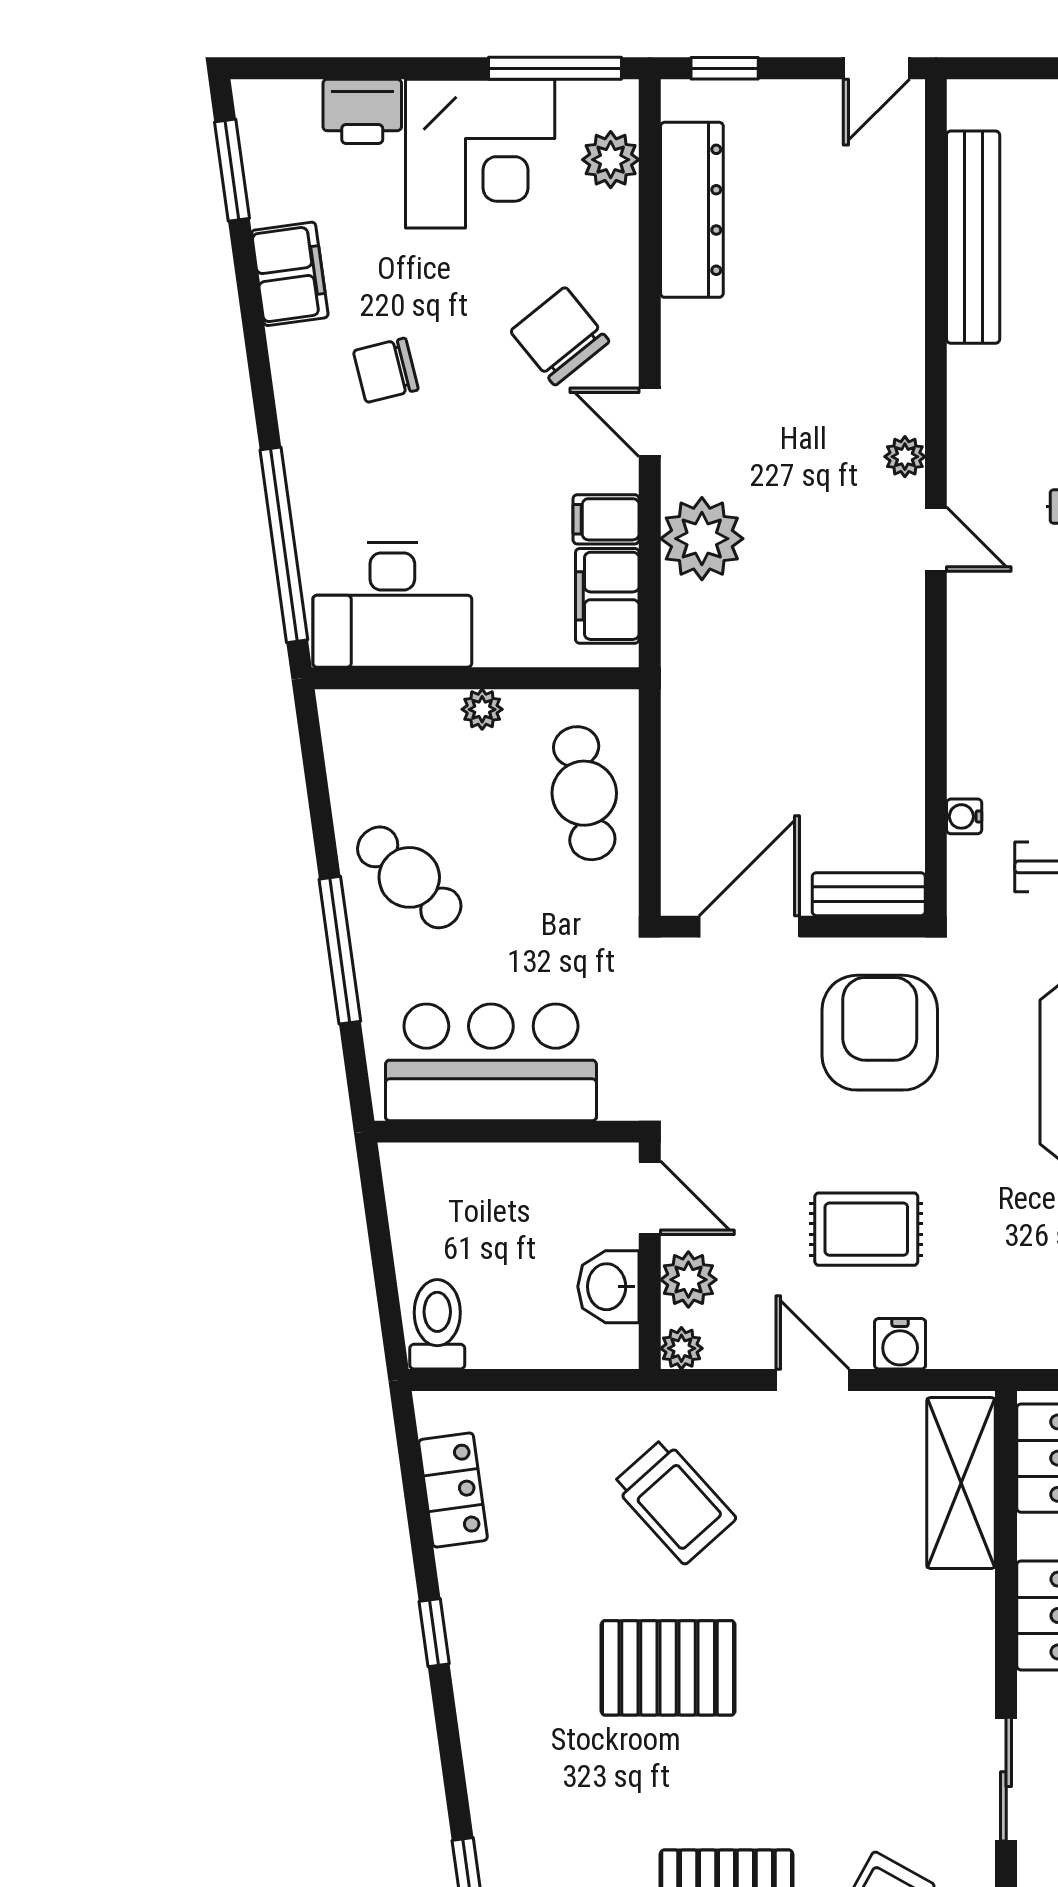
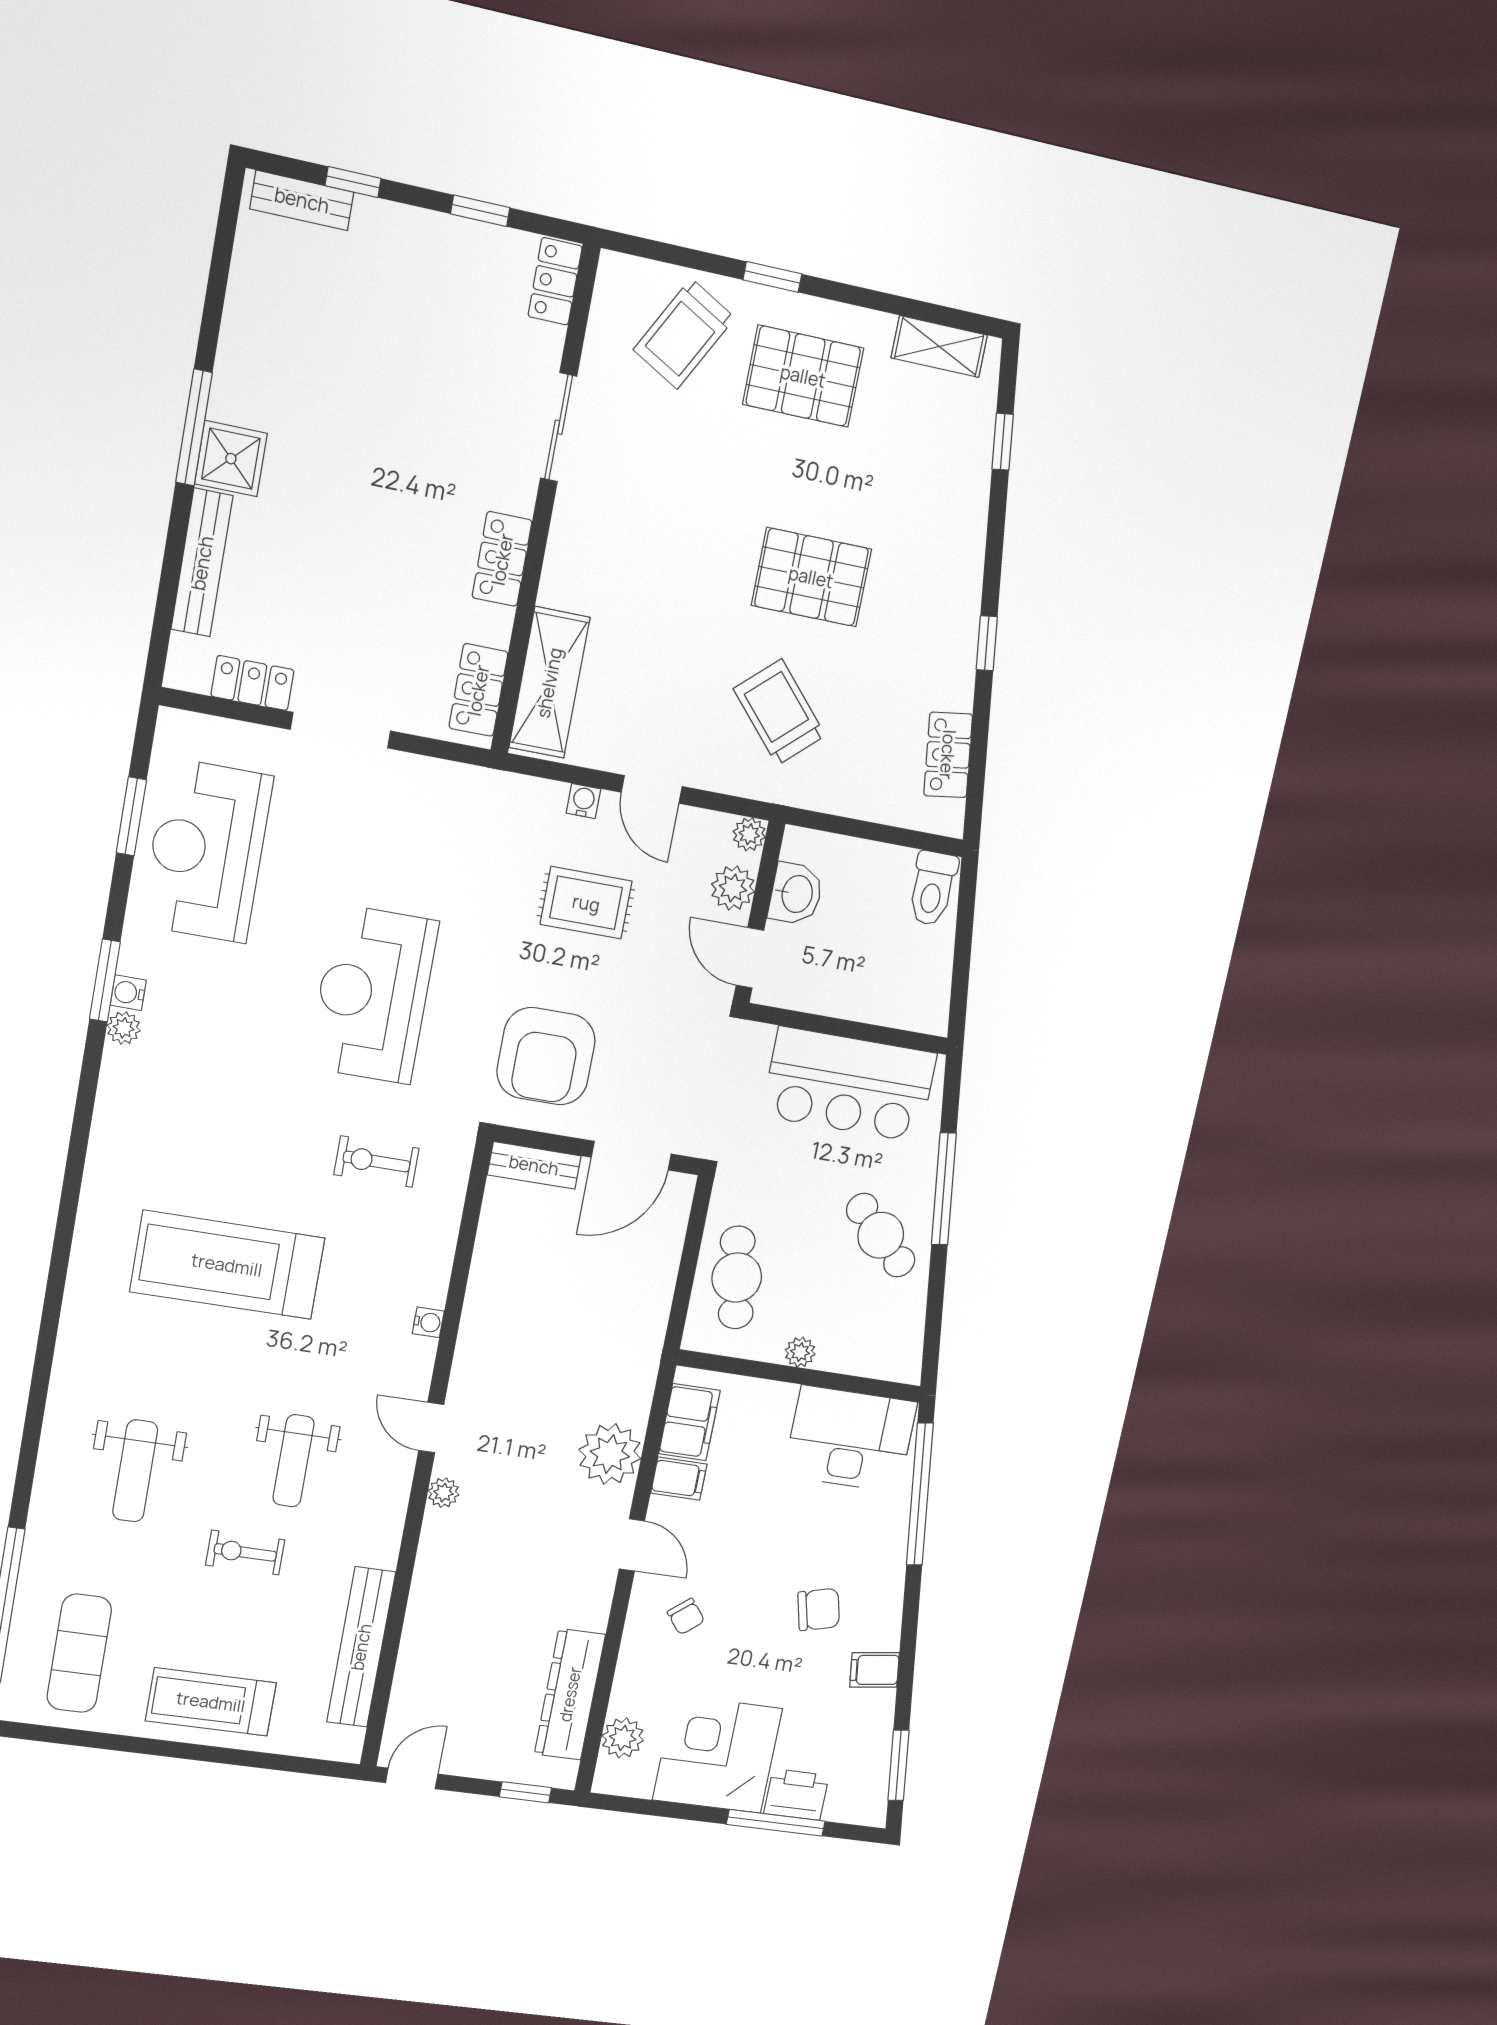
window: (555, 68) -> (776, 1823), moved
filing cabinet: (290, 274) -> (874, 1670), width x0.50
chair: (560, 336) -> (686, 1617), width x0.54, depth x0.54
water cooler: (964, 816) -> (428, 1322), moved
water cooler: (900, 1344) -> (583, 801), width x0.72, depth x0.72

